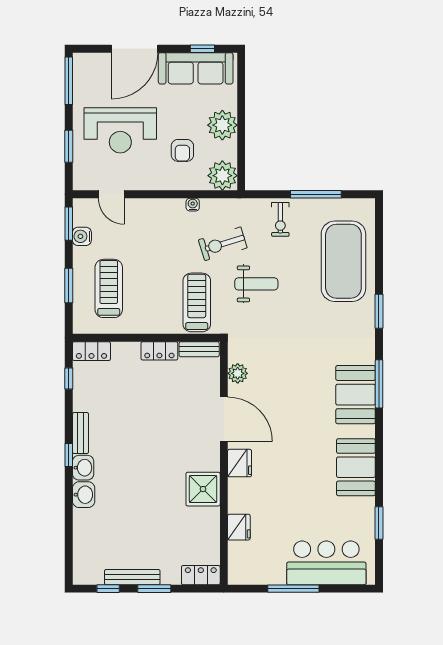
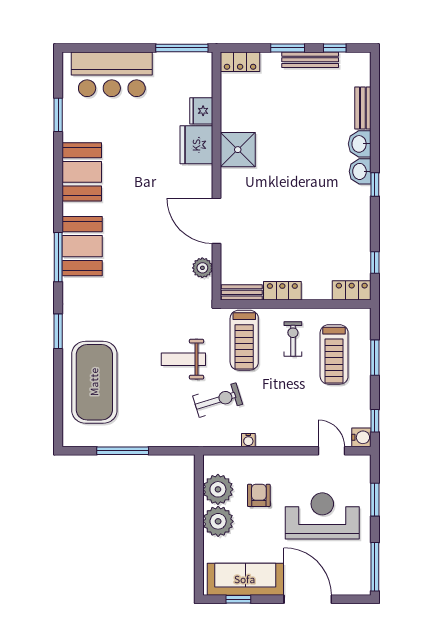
door: (134, 49) -> (308, 599), hinge flipped
plant: (222, 176) -> (218, 489), moved
exercise bike: (280, 219) -> (293, 339), moved
window: (69, 224) -> (375, 421), width x0.67
water cooler: (82, 236) -> (361, 437), moved
bench: (80, 433) -> (363, 108), moved
fridge: (240, 463) -> (196, 145), moved, width x1.36, depth x1.34
window: (293, 589) -> (182, 48), moved

